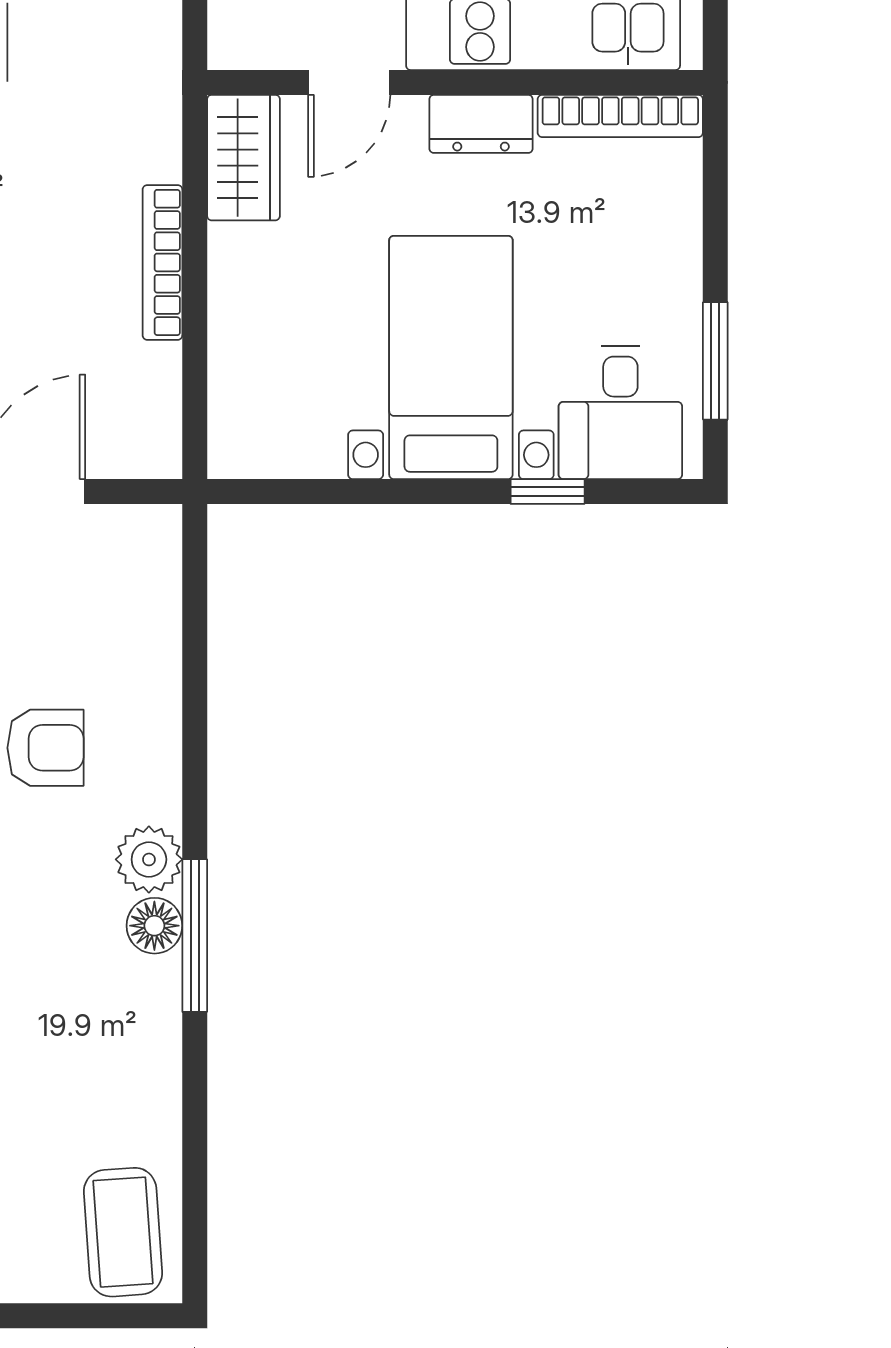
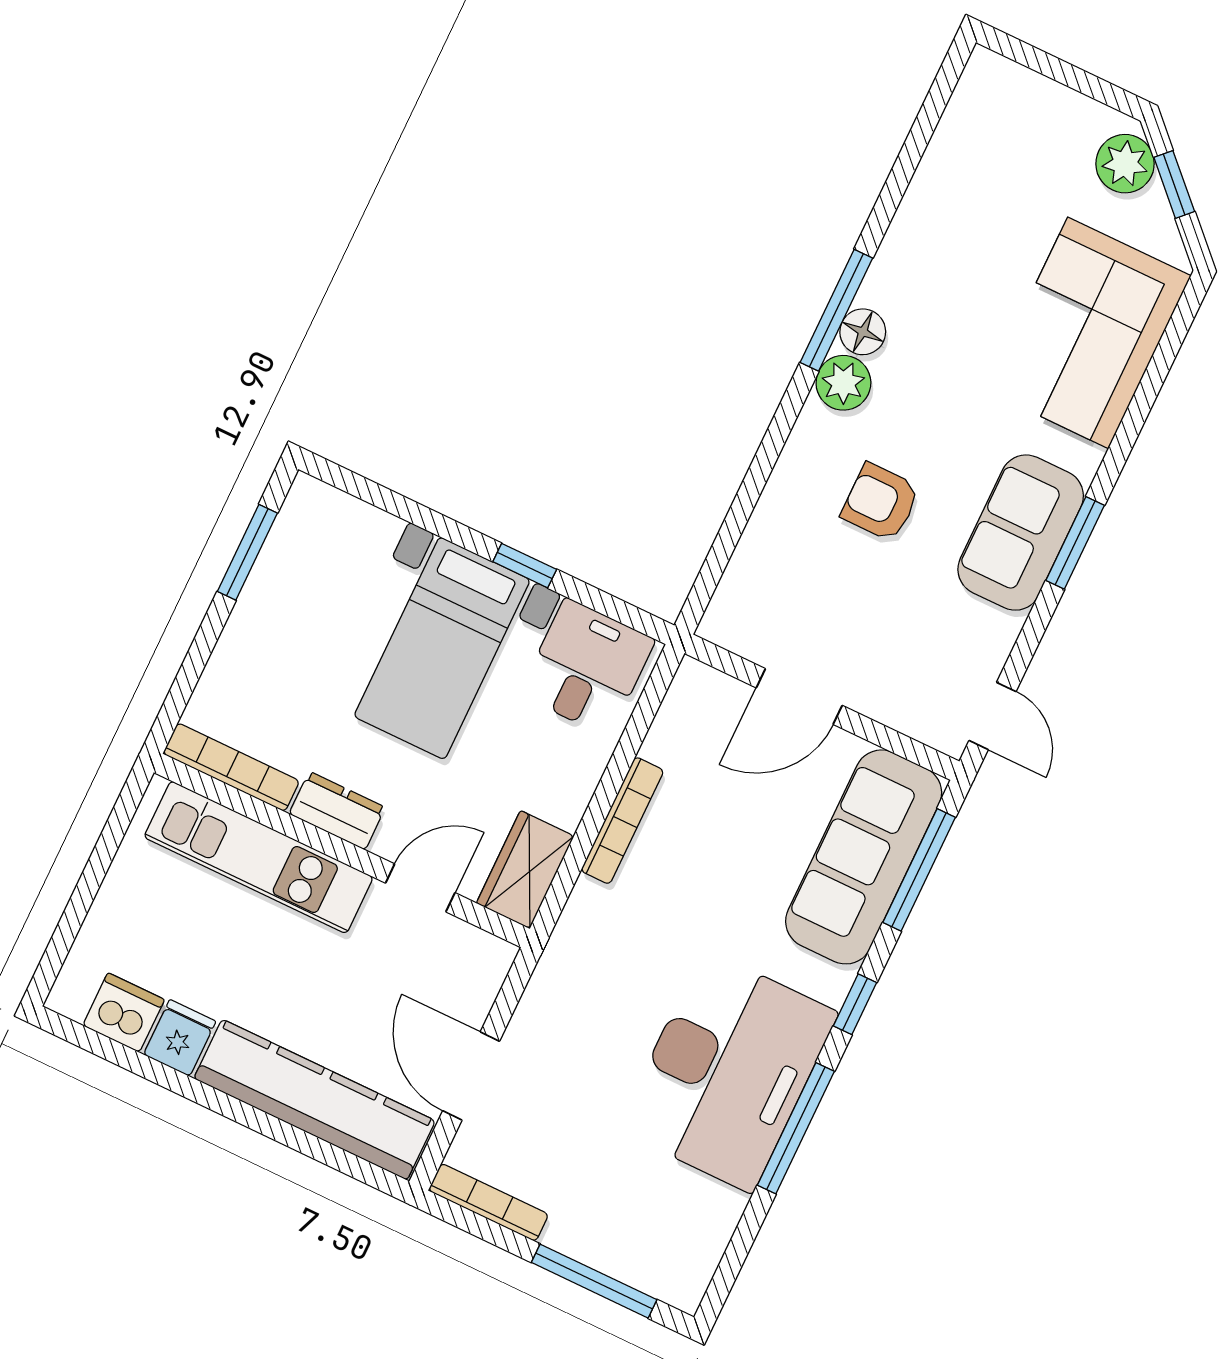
desk: (620, 413) -> (587, 667), moved
window: (548, 492) -> (525, 566), moved
coffee table: (123, 1232) -> (994, 116), removed

